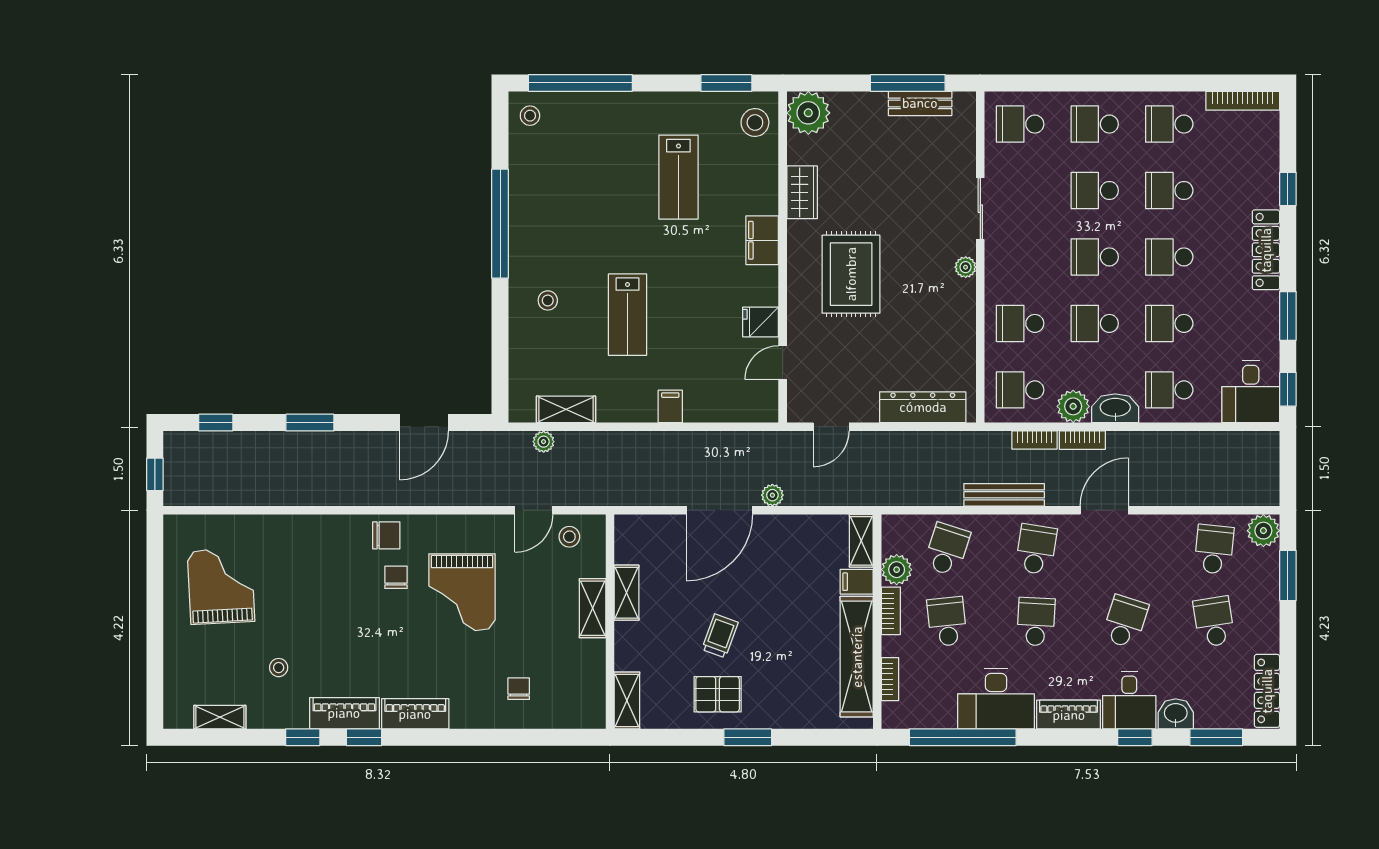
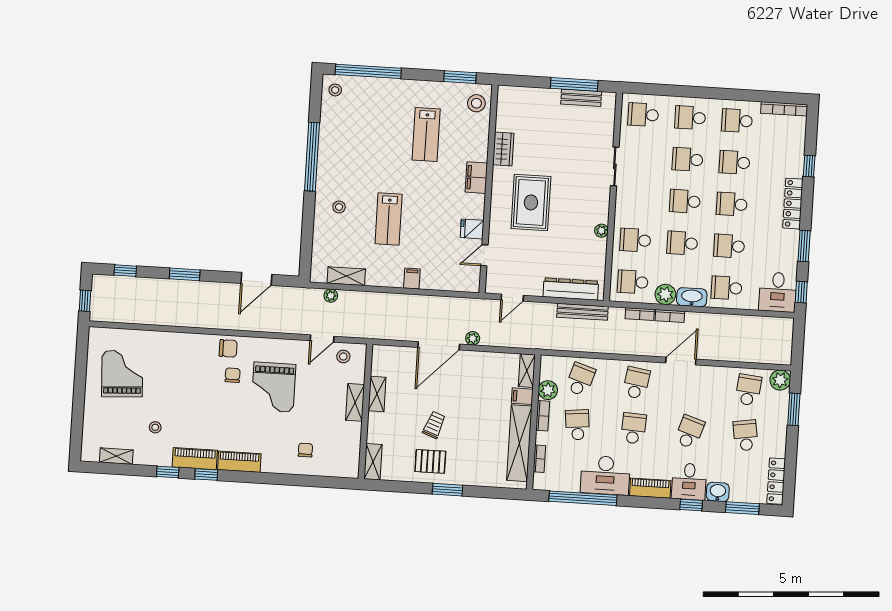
plant: (808, 113) -> (510, 99), removed
plant: (966, 267) -> (601, 231), moved
bench: (1004, 495) -> (582, 312), moved

